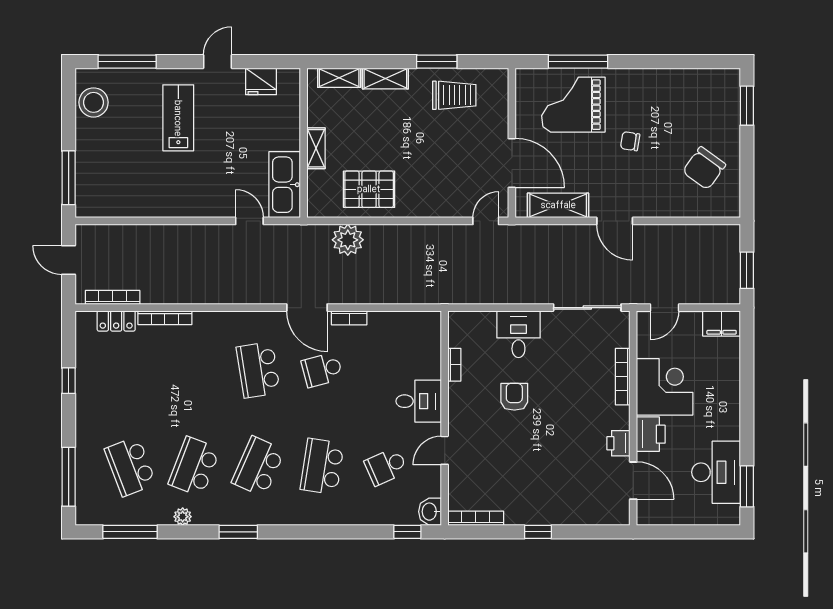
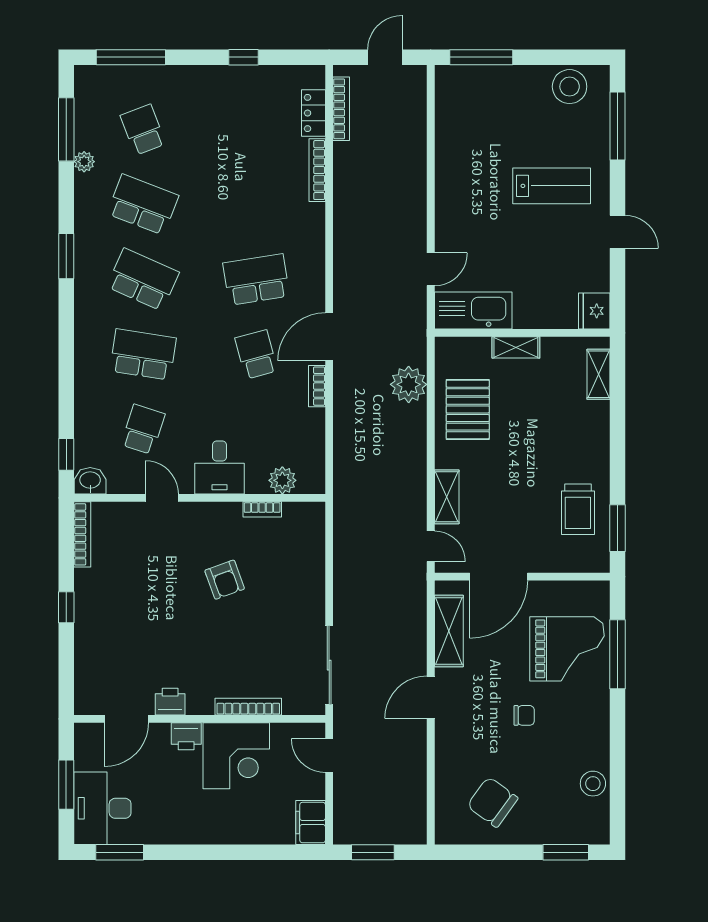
window: (437, 62) -> (617, 528), moved
shelving: (385, 78) -> (447, 497), moved
fridge: (261, 81) -> (594, 311), moved
stool: (688, 82) -> (593, 784), added
grand piano: (573, 105) -> (567, 649), turned 90
chair: (630, 141) -> (524, 715), turned 81
desk: (518, 334) -> (298, 585), removed
plant: (430, 347) -> (282, 480), added
armchair: (514, 397) -> (225, 580), turned 70
printer: (651, 434) -> (186, 736), width x0.73, depth x0.81
school desk: (130, 466) -> (143, 130), width x0.54
school desk: (386, 466) -> (143, 429), turned 42
desk: (716, 472) -> (102, 808), moved, turned 90
plant: (183, 517) -> (84, 162), moved
window: (689, 532) -> (66, 785), added

